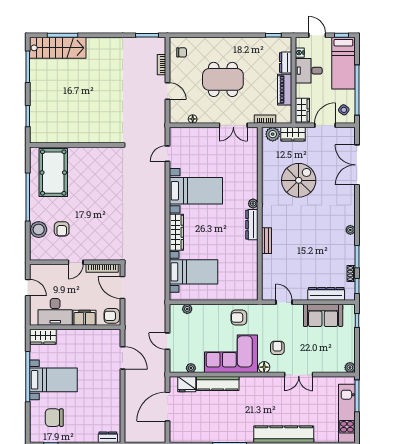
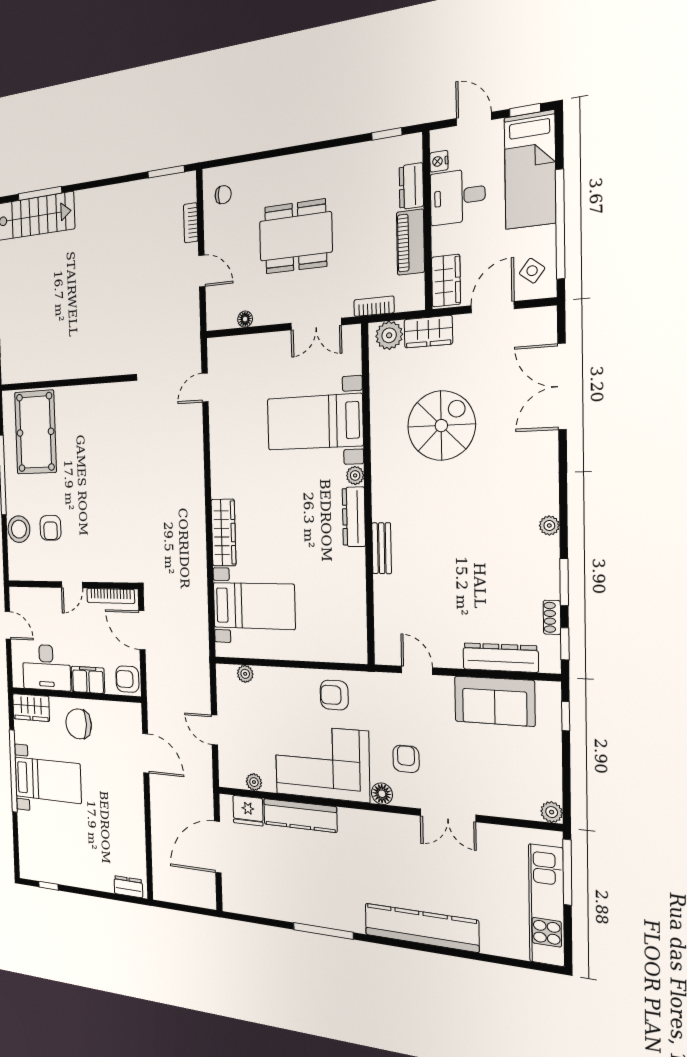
bed with nightstands: (196, 191) -> (315, 422), moved, turned 180
chair: (54, 418) -> (79, 724), moved

